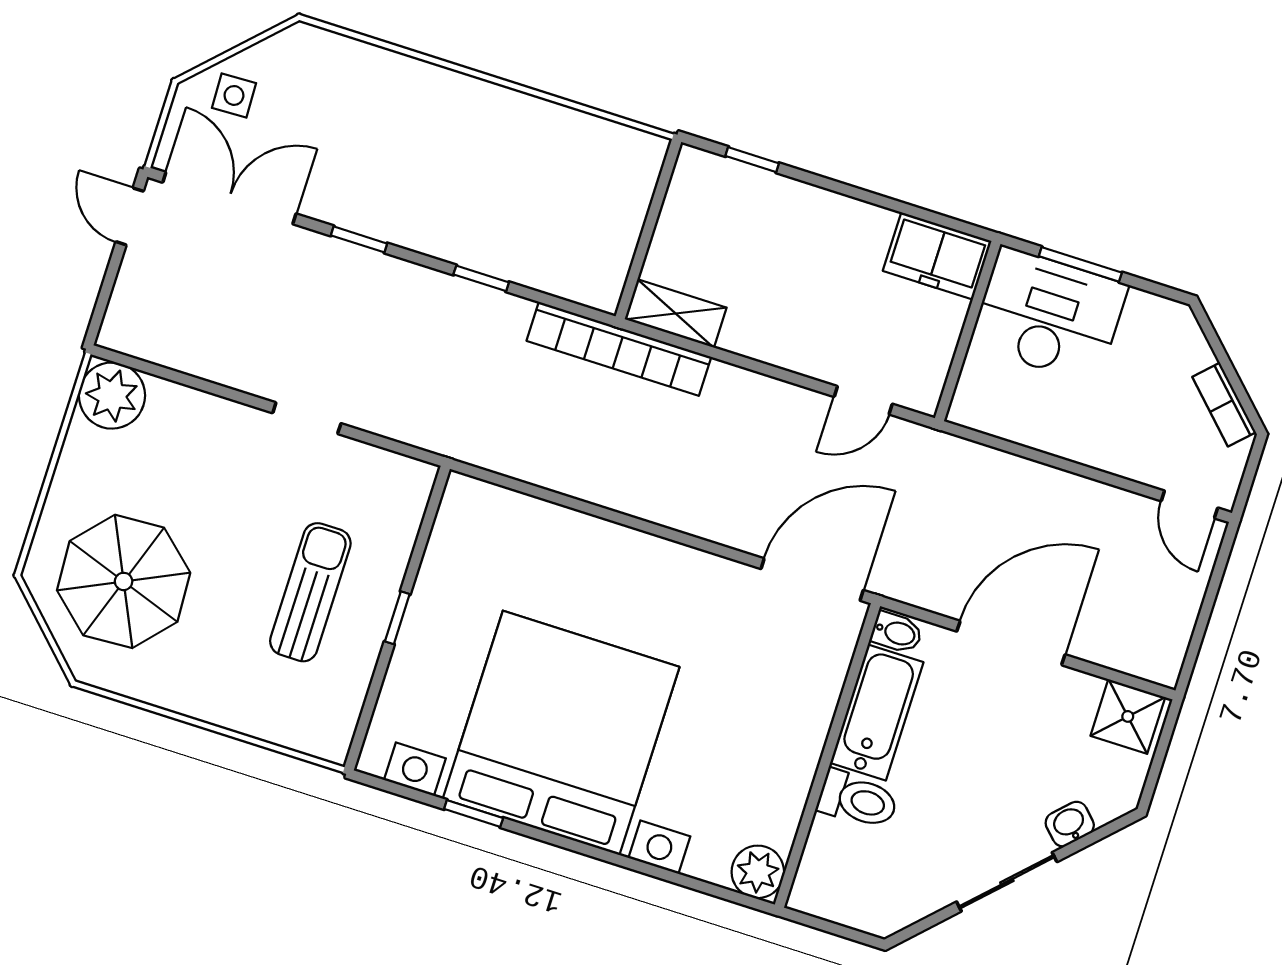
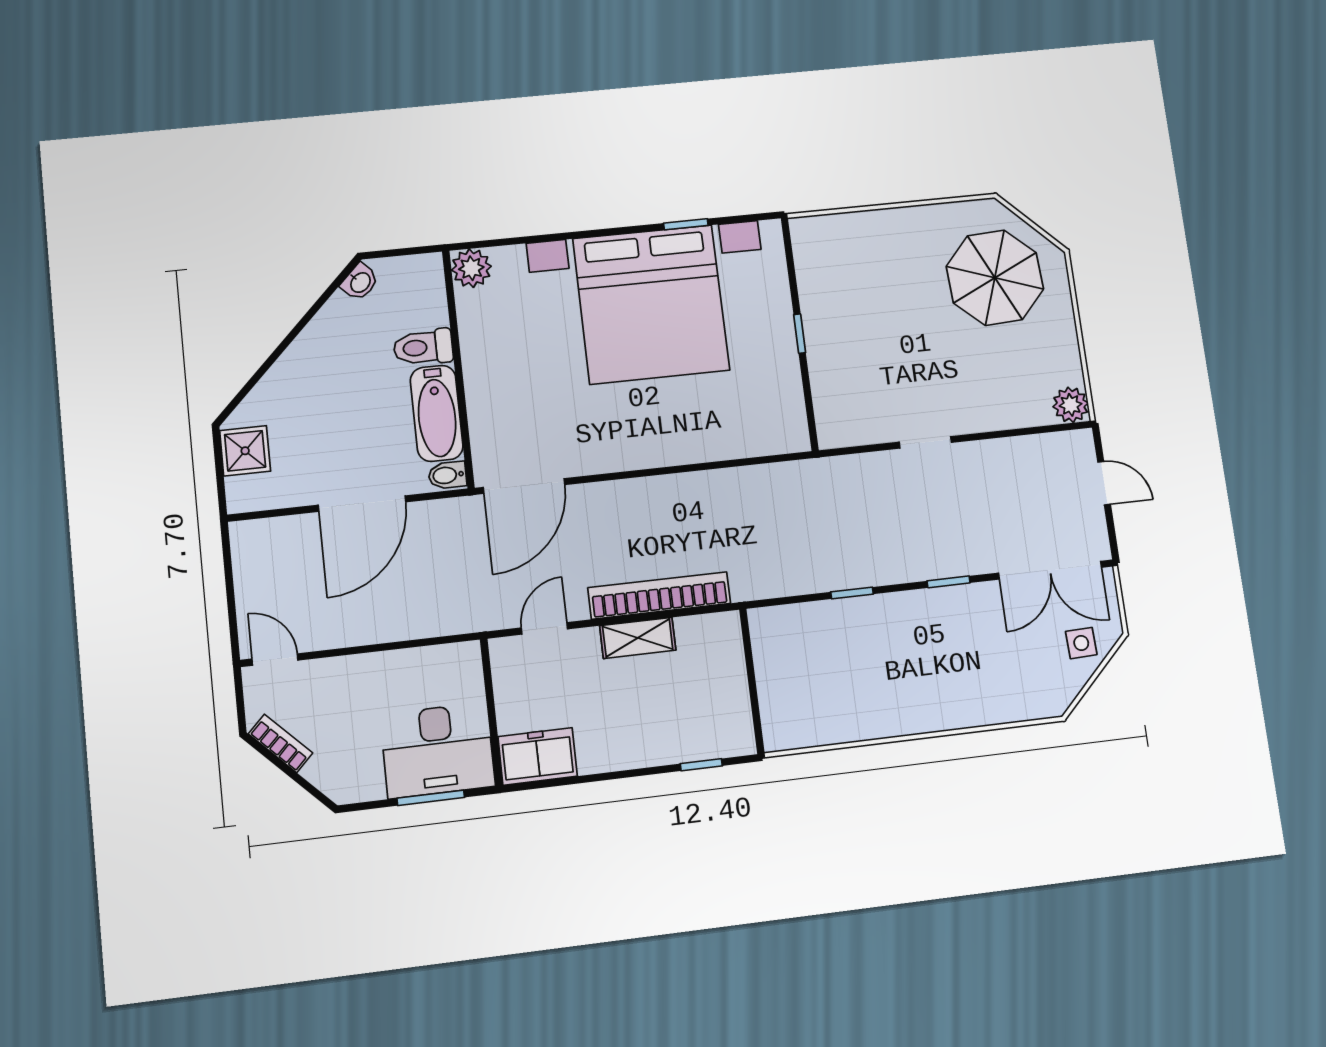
door: (130, 216) -> (1104, 483), moved
shelving: (676, 313) -> (638, 638), moved
bookcase: (619, 349) -> (659, 596), moved
plant: (112, 396) -> (1071, 405), width x0.73, depth x0.73
sun lounger: (310, 592) -> (867, 325), removed
shower: (1128, 716) -> (245, 451), moved
washbasin: (1070, 824) -> (360, 282), moved
sliding door: (1007, 882) -> (292, 336), removed

